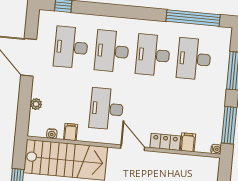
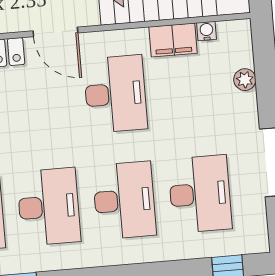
filing cabinet: (71, 132) -> (173, 40), width x2.00

